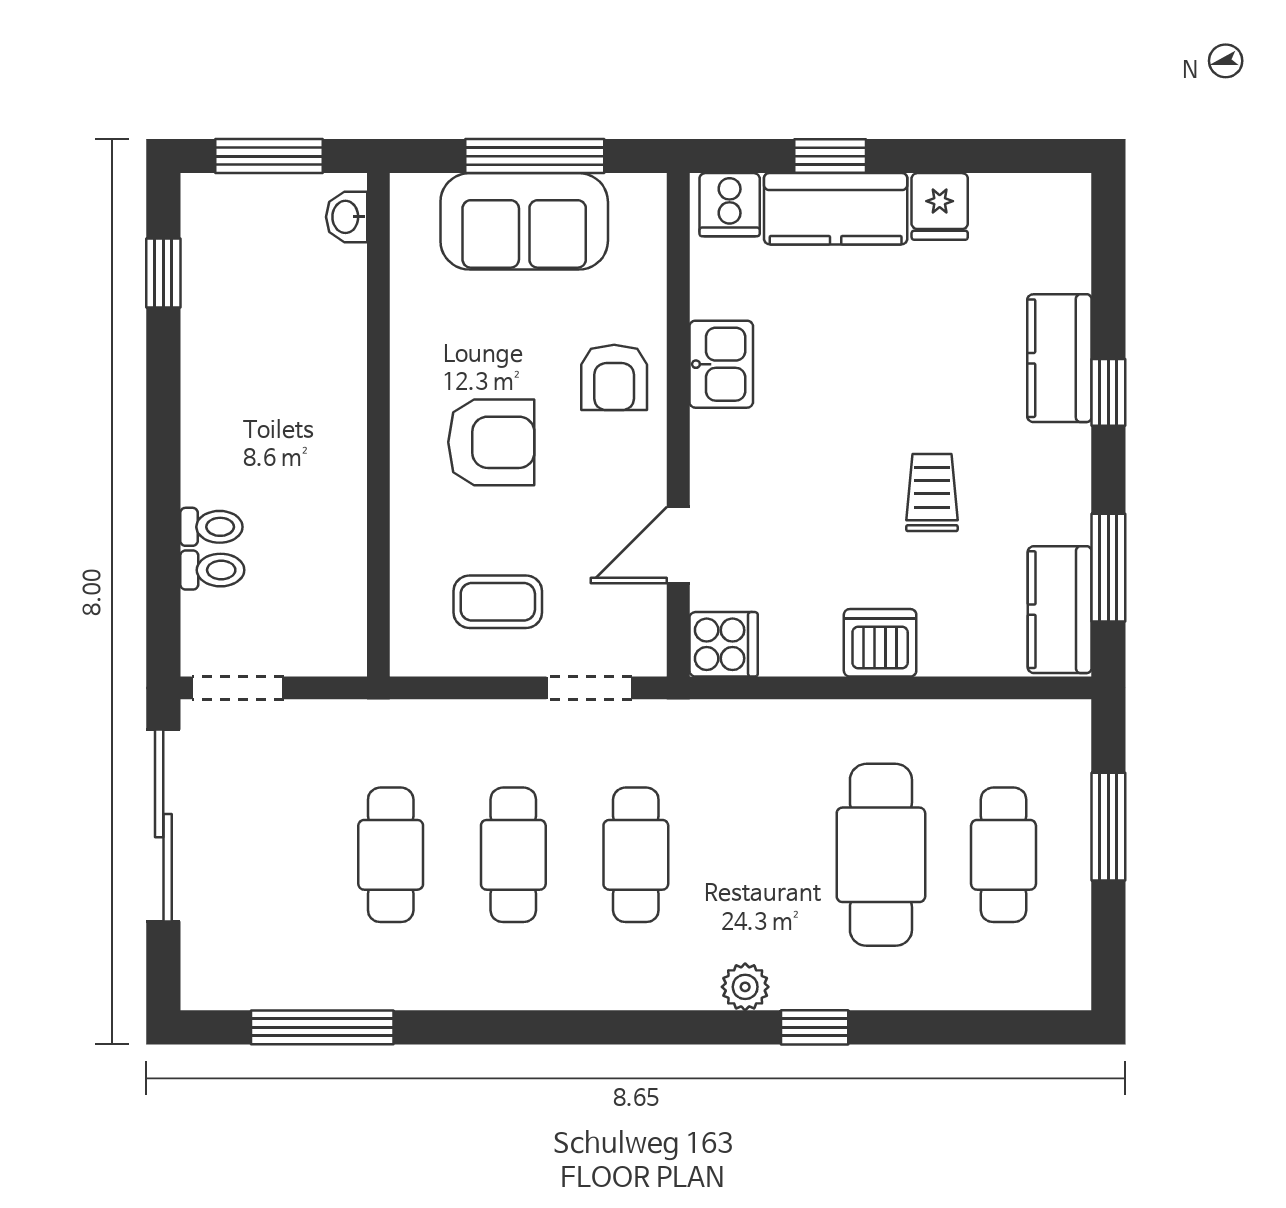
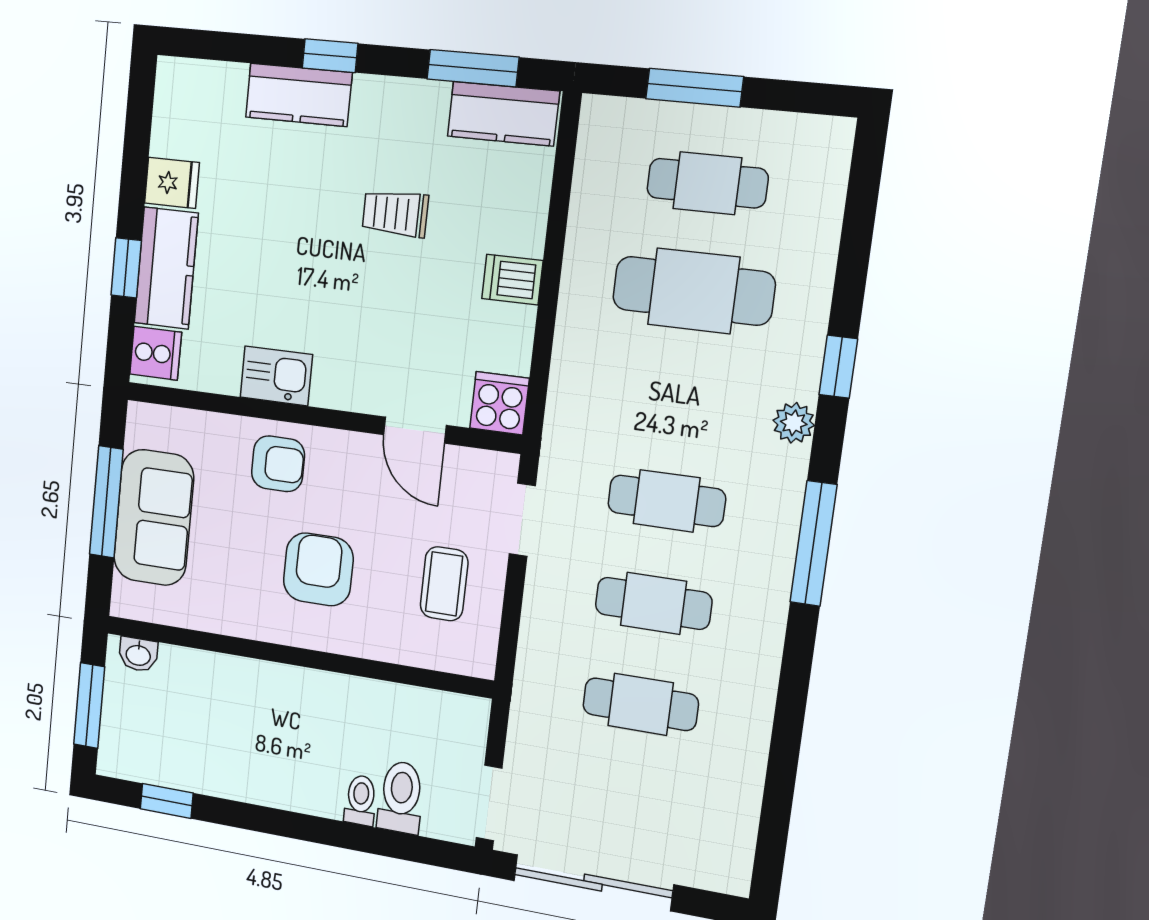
toilet: (212, 570) -> (401, 797), width x1.37, depth x1.39
dishwasher: (880, 643) -> (512, 280), width x0.73
window: (322, 1027) -> (813, 544), moved

